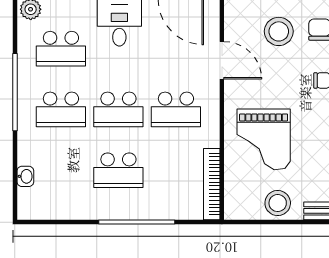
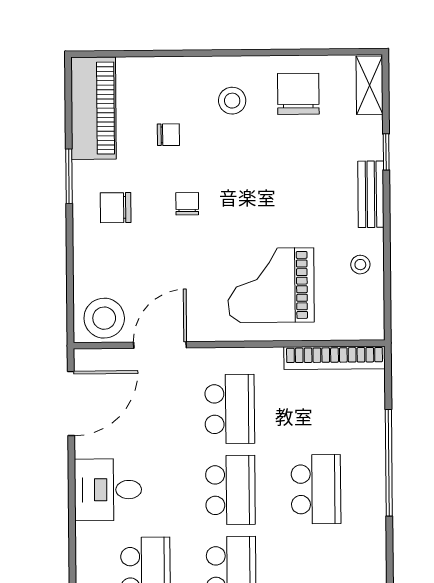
stool: (279, 31) -> (104, 318), moved
grand piano: (264, 139) -> (271, 285), turned 180
stool: (278, 203) -> (360, 265), width x0.53, depth x0.53

